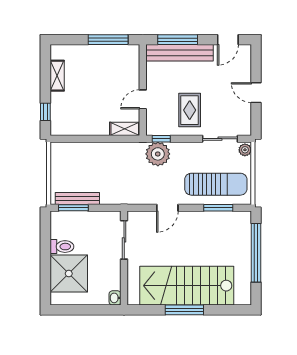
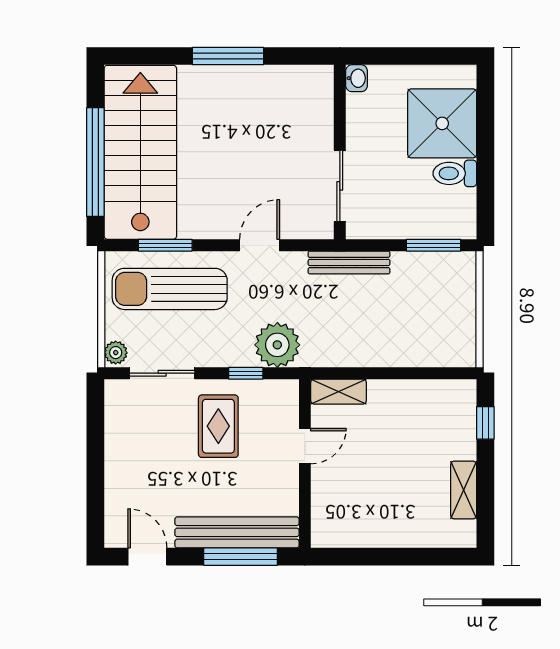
window: (108, 40) -> (369, 557), removed
door: (228, 40) -> (147, 557), hinge flipped
door: (256, 93) -> (95, 459), removed
window: (161, 139) -> (246, 373), moved
bench: (77, 198) -> (349, 262), moved
stairs: (187, 286) -> (140, 152), moved, turned -90

